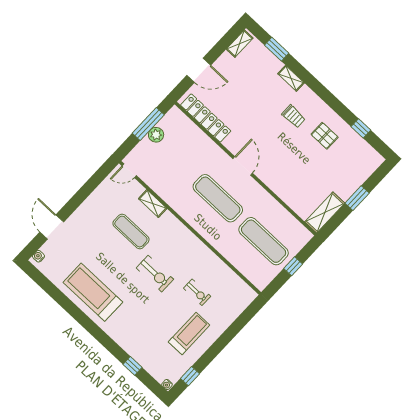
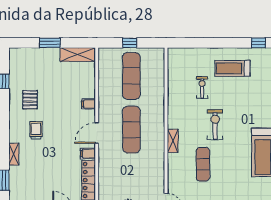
filing cabinet: (232, 142) -> (88, 154), added
filing cabinet: (274, 182) -> (89, 104), added
shelving: (153, 204) -> (173, 141), moved

